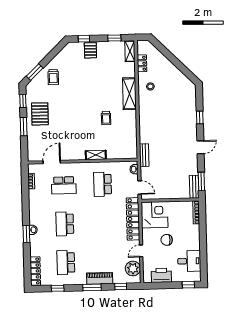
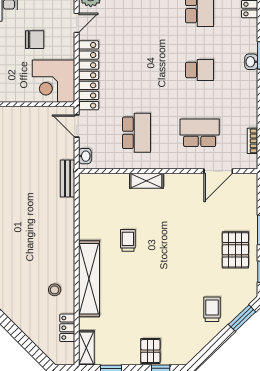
shelving: (129, 94) -> (89, 279), width x1.47
school desk: (65, 224) -> (200, 70), width x0.54

